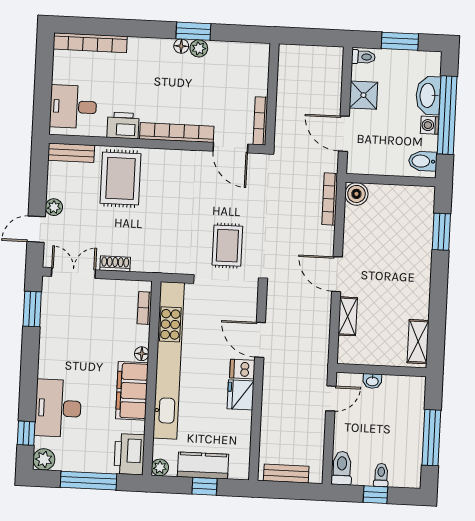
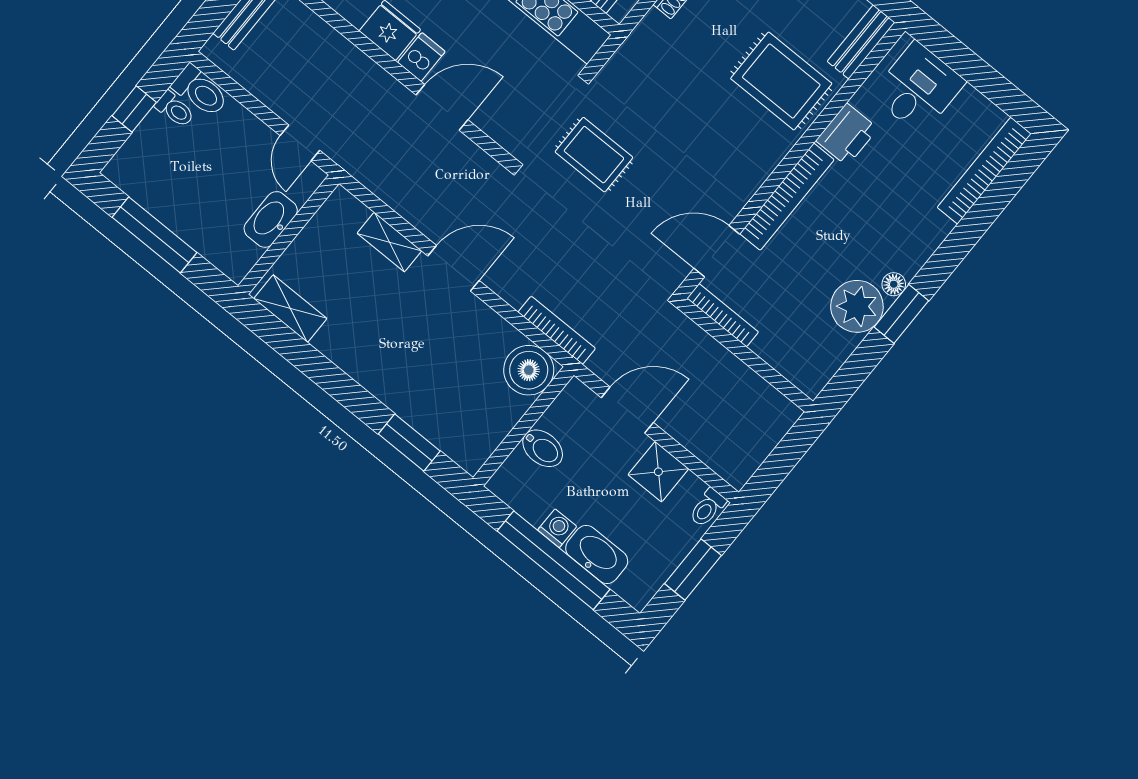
plant: (199, 48) -> (857, 306), width x1.88, depth x1.88
bidet: (423, 161) -> (543, 448), moved, turned 90
boiler: (356, 194) -> (529, 370), width x1.37, depth x1.37
washbasin: (372, 381) -> (271, 219), width x1.91, depth x1.45
toilet: (381, 475) -> (175, 109), moved

